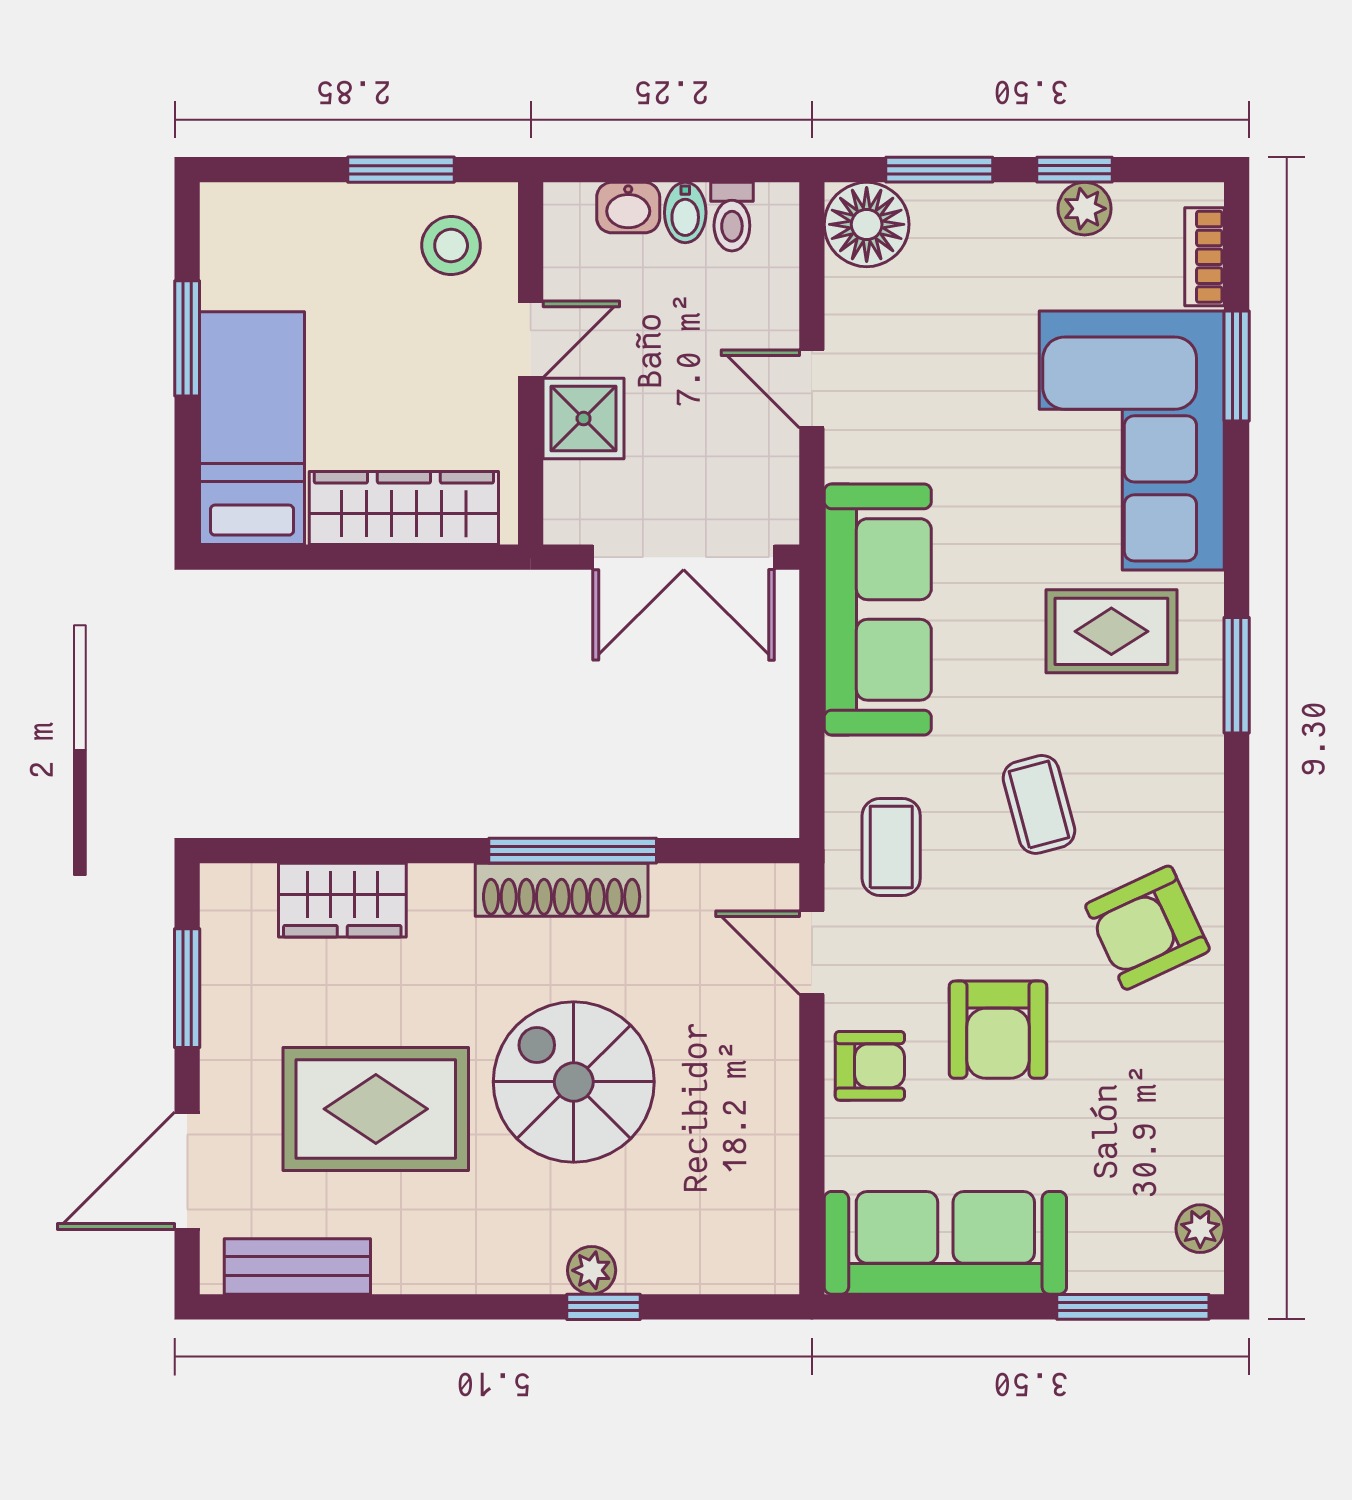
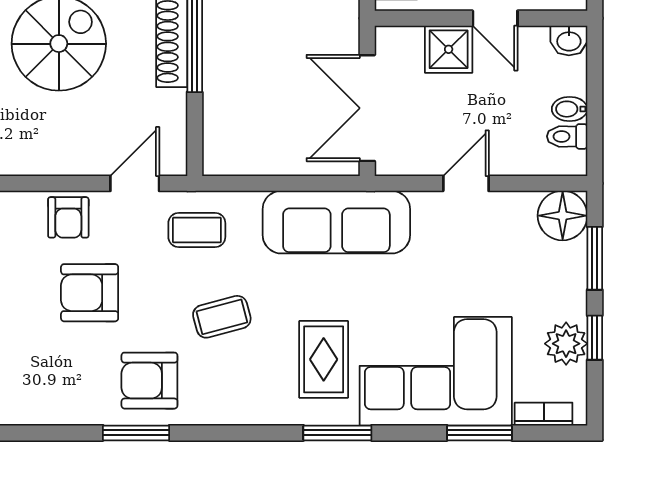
washbasin: (628, 208) -> (569, 40), moved, turned -90
plant: (1085, 209) -> (566, 344), width x1.38, depth x1.38
window: (1237, 675) -> (337, 433), moved
armchair: (1147, 928) -> (149, 381), turned -65
window: (1237, 951) -> (136, 433), added

